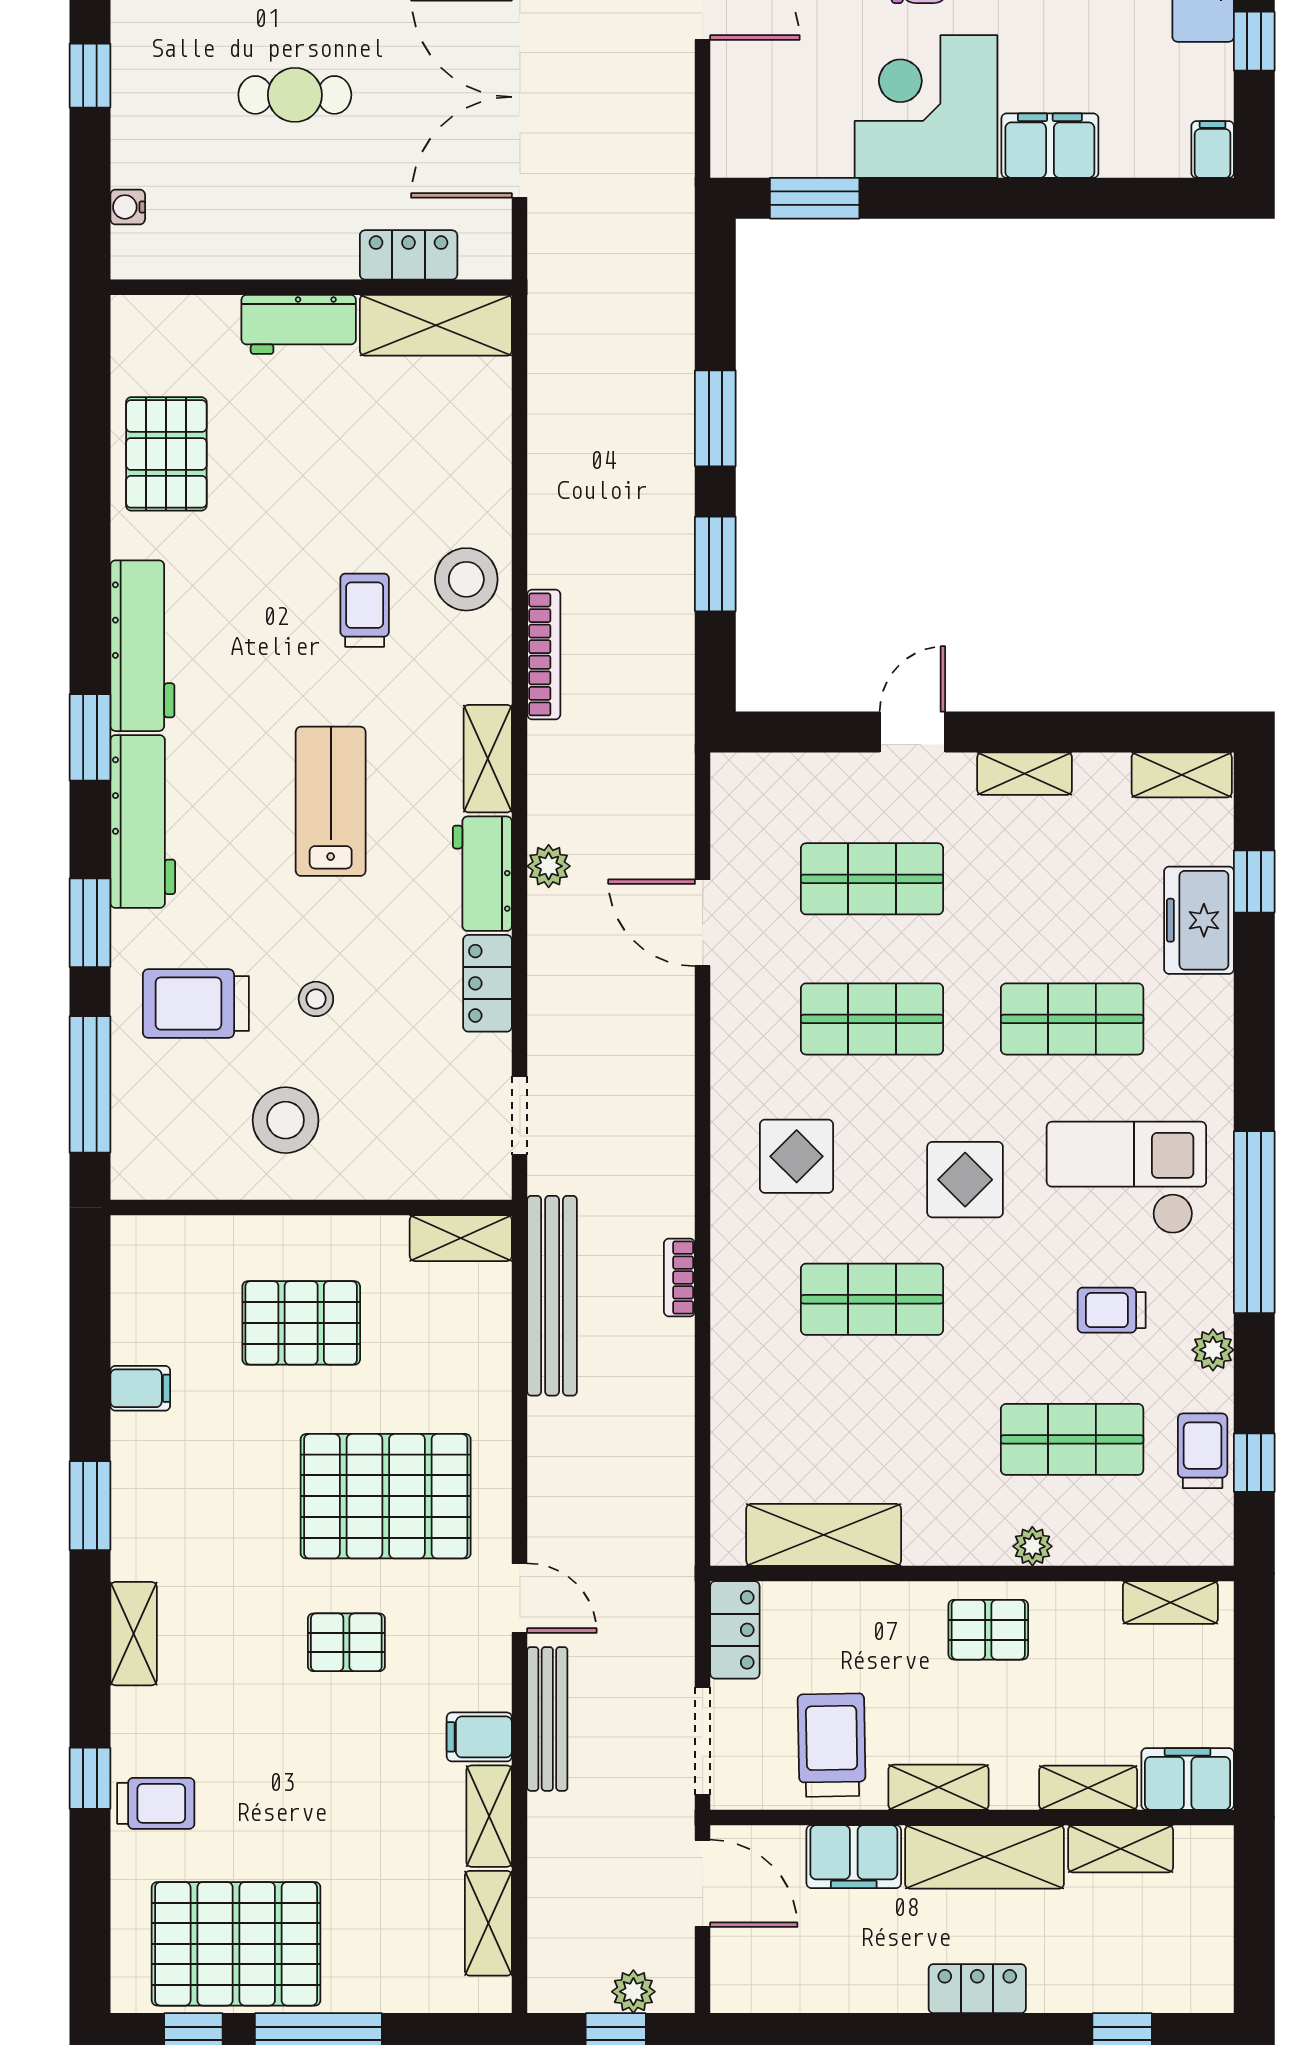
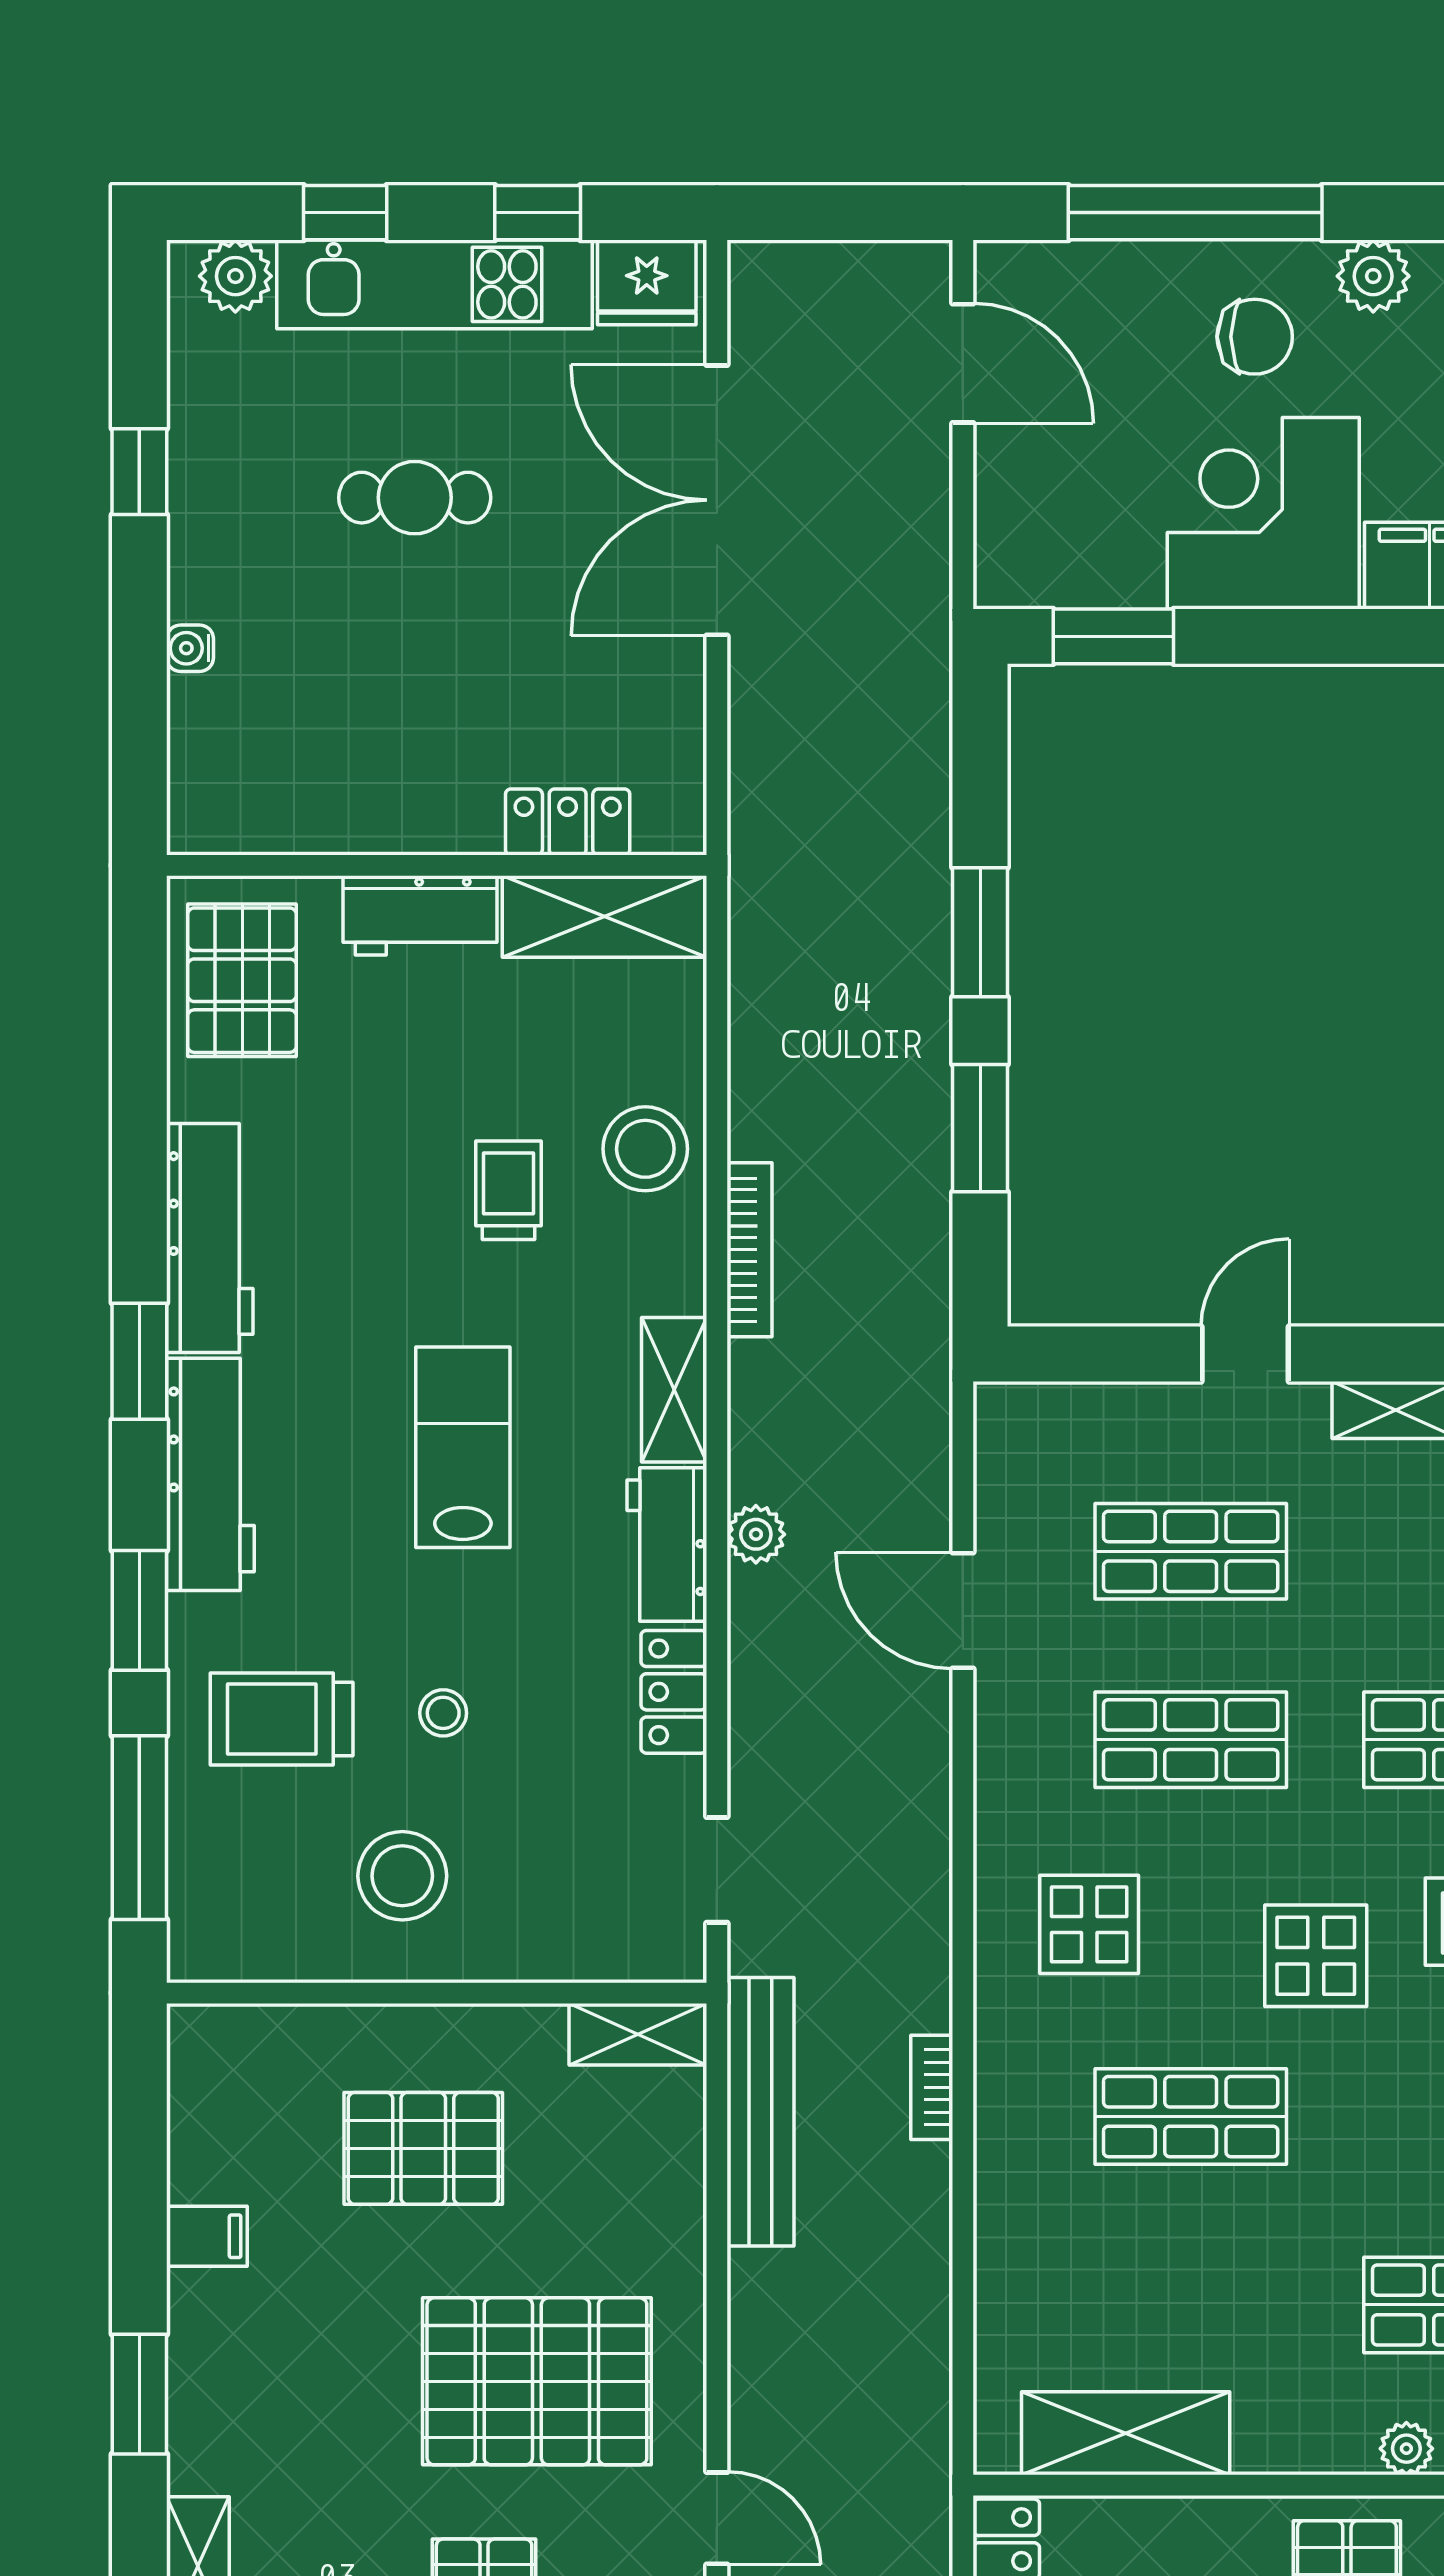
locker: (409, 255) -> (568, 822), moved
wall: (311, 287) -> (437, 865), moved
workbench: (299, 324) -> (420, 915), moved
shelving: (436, 325) -> (604, 916), moved

